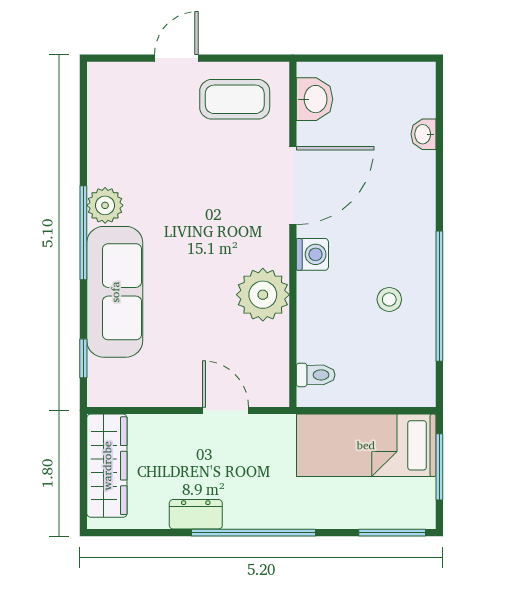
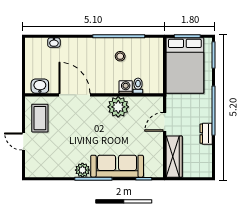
washing machine: (312, 254) -> (126, 87), moved
toilet: (316, 375) -> (138, 86), moved
bed: (366, 445) -> (185, 65), width x1.50
wardrobe: (107, 466) -> (174, 157), moved, turned 90

